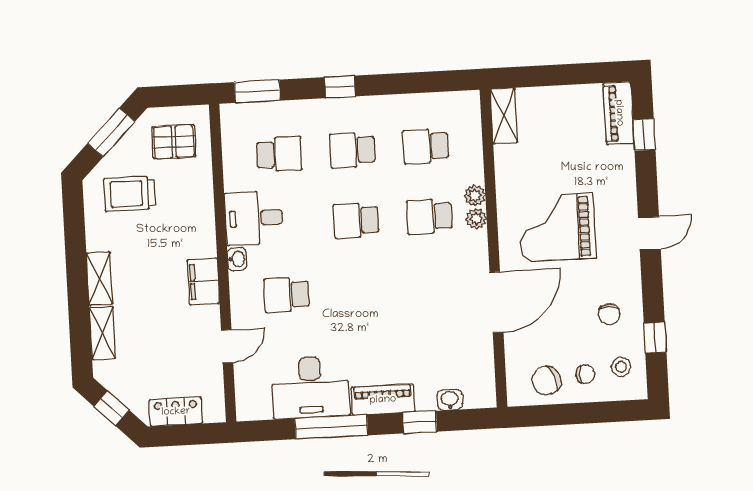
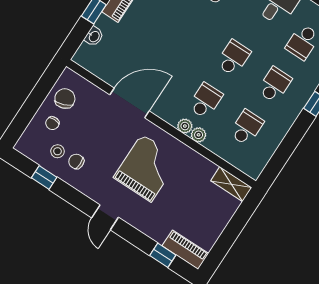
door: (496, 302) -> (130, 103), swing flipped
stool: (621, 367) -> (58, 151), moved

